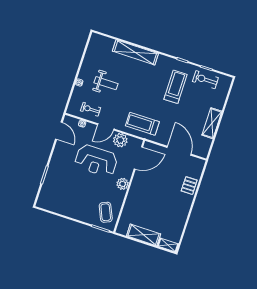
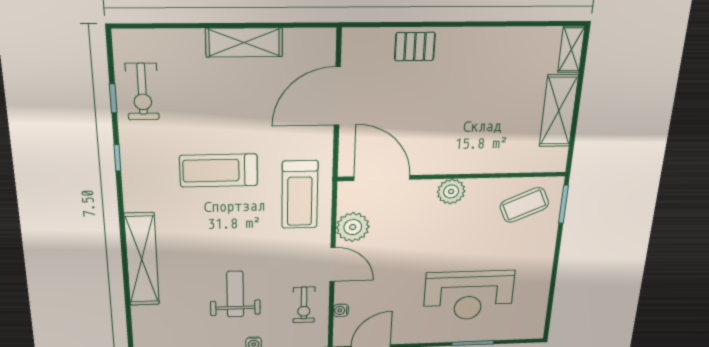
treadmill: (176, 87) -> (219, 171), moved
reception desk: (96, 161) -> (469, 295), moved, turned 90

